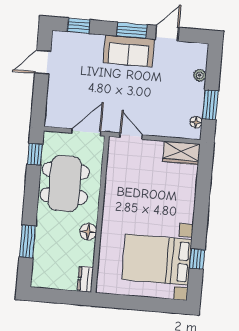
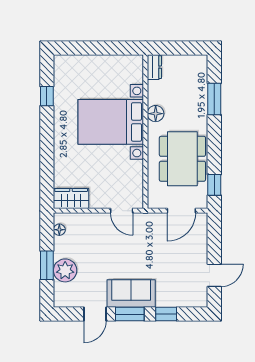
window: (79, 26) -> (166, 314), moved
plant: (200, 75) -> (65, 270), width x1.88, depth x1.88
window: (210, 105) -> (47, 265), moved
door: (86, 132) -> (181, 211), moved
bed with nightstands: (157, 260) -> (111, 122), moved, turned 180

